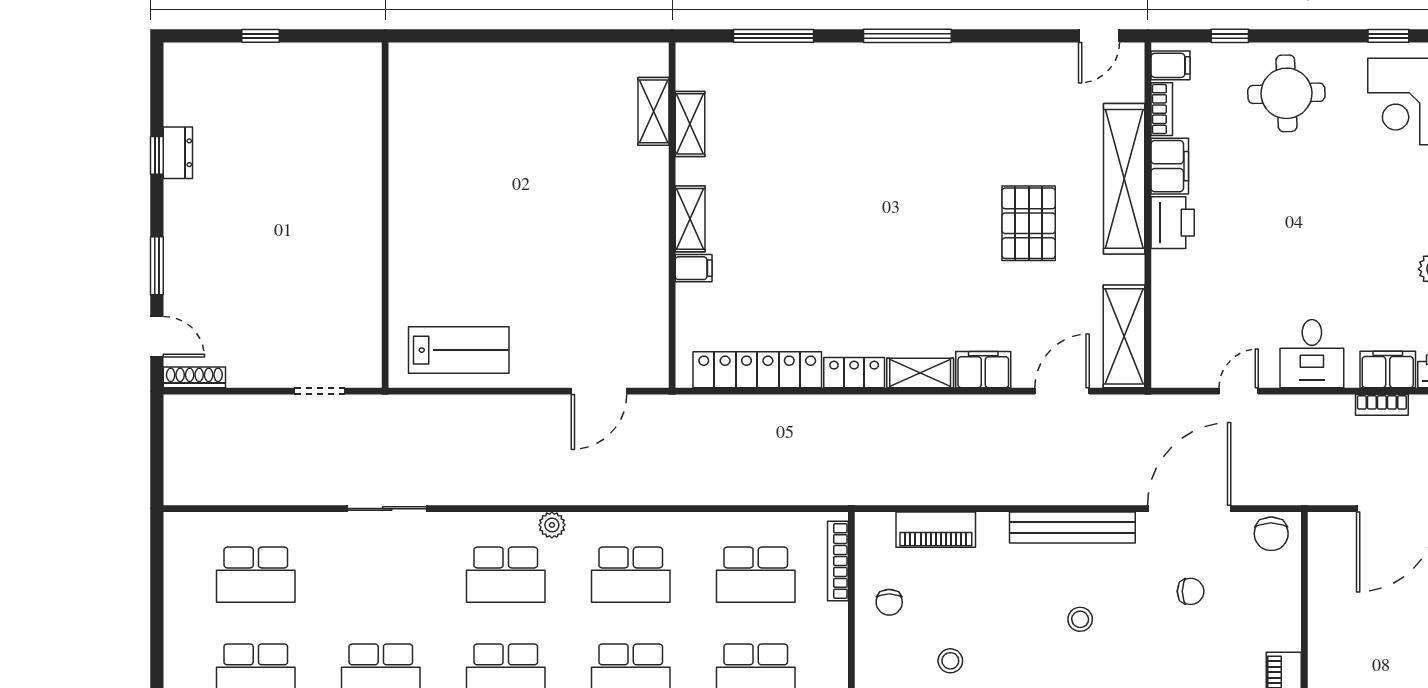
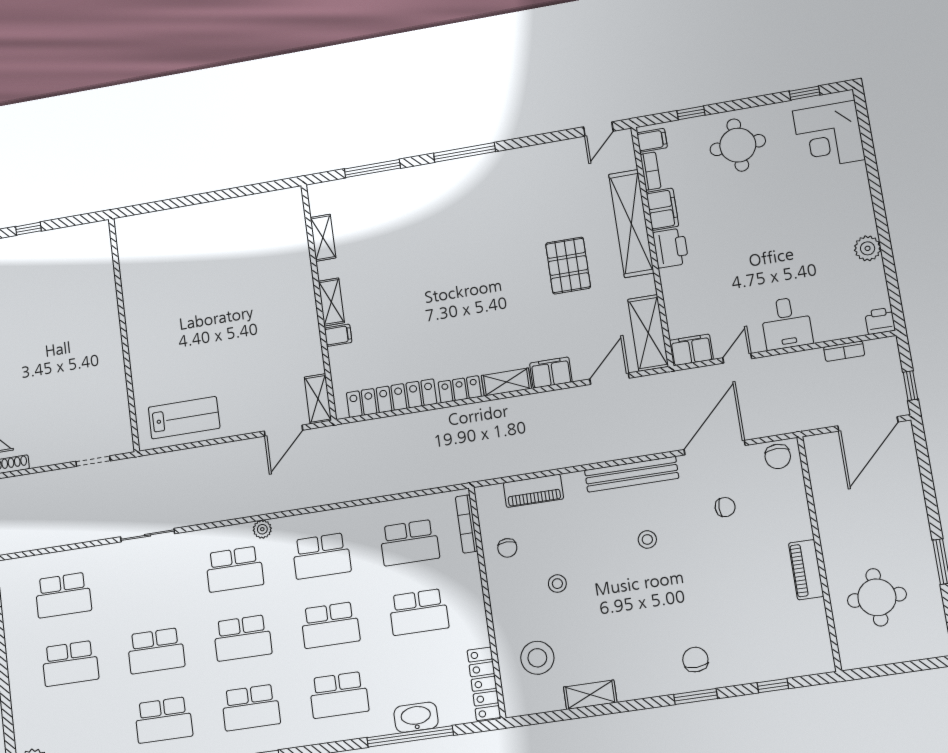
shelving: (653, 111) -> (318, 399), moved
filing cabinet: (1388, 370) -> (691, 350), moved

